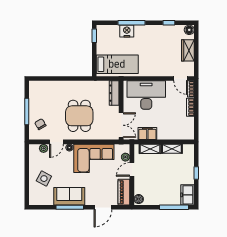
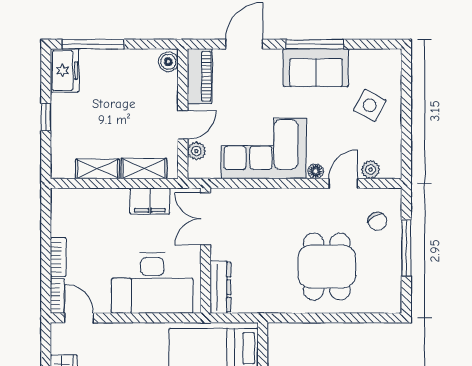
dining table: (79, 116) -> (327, 267), moved

